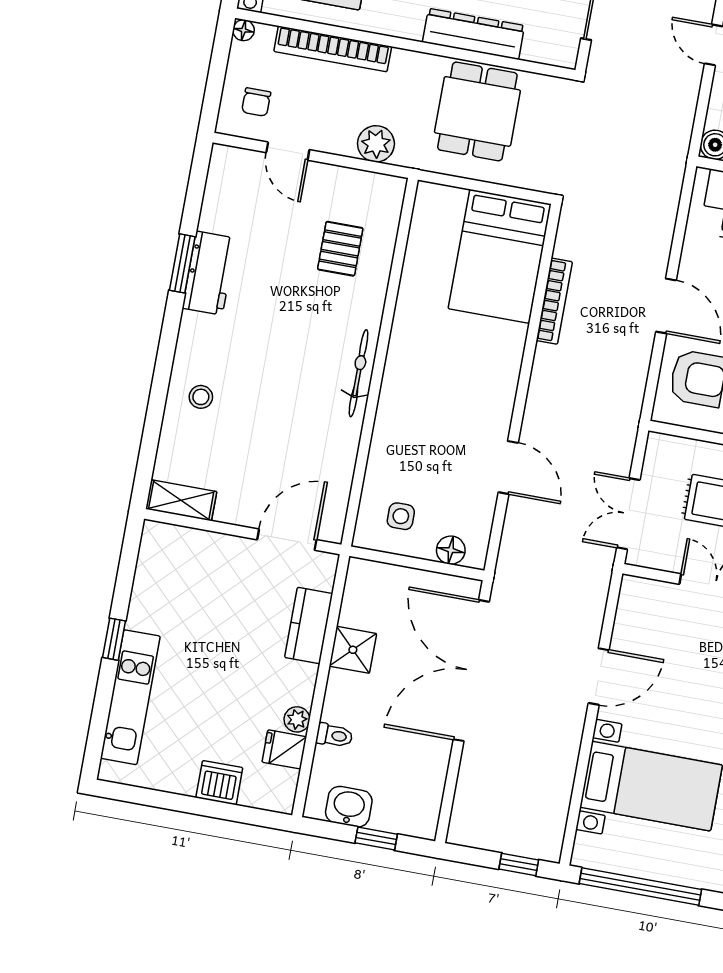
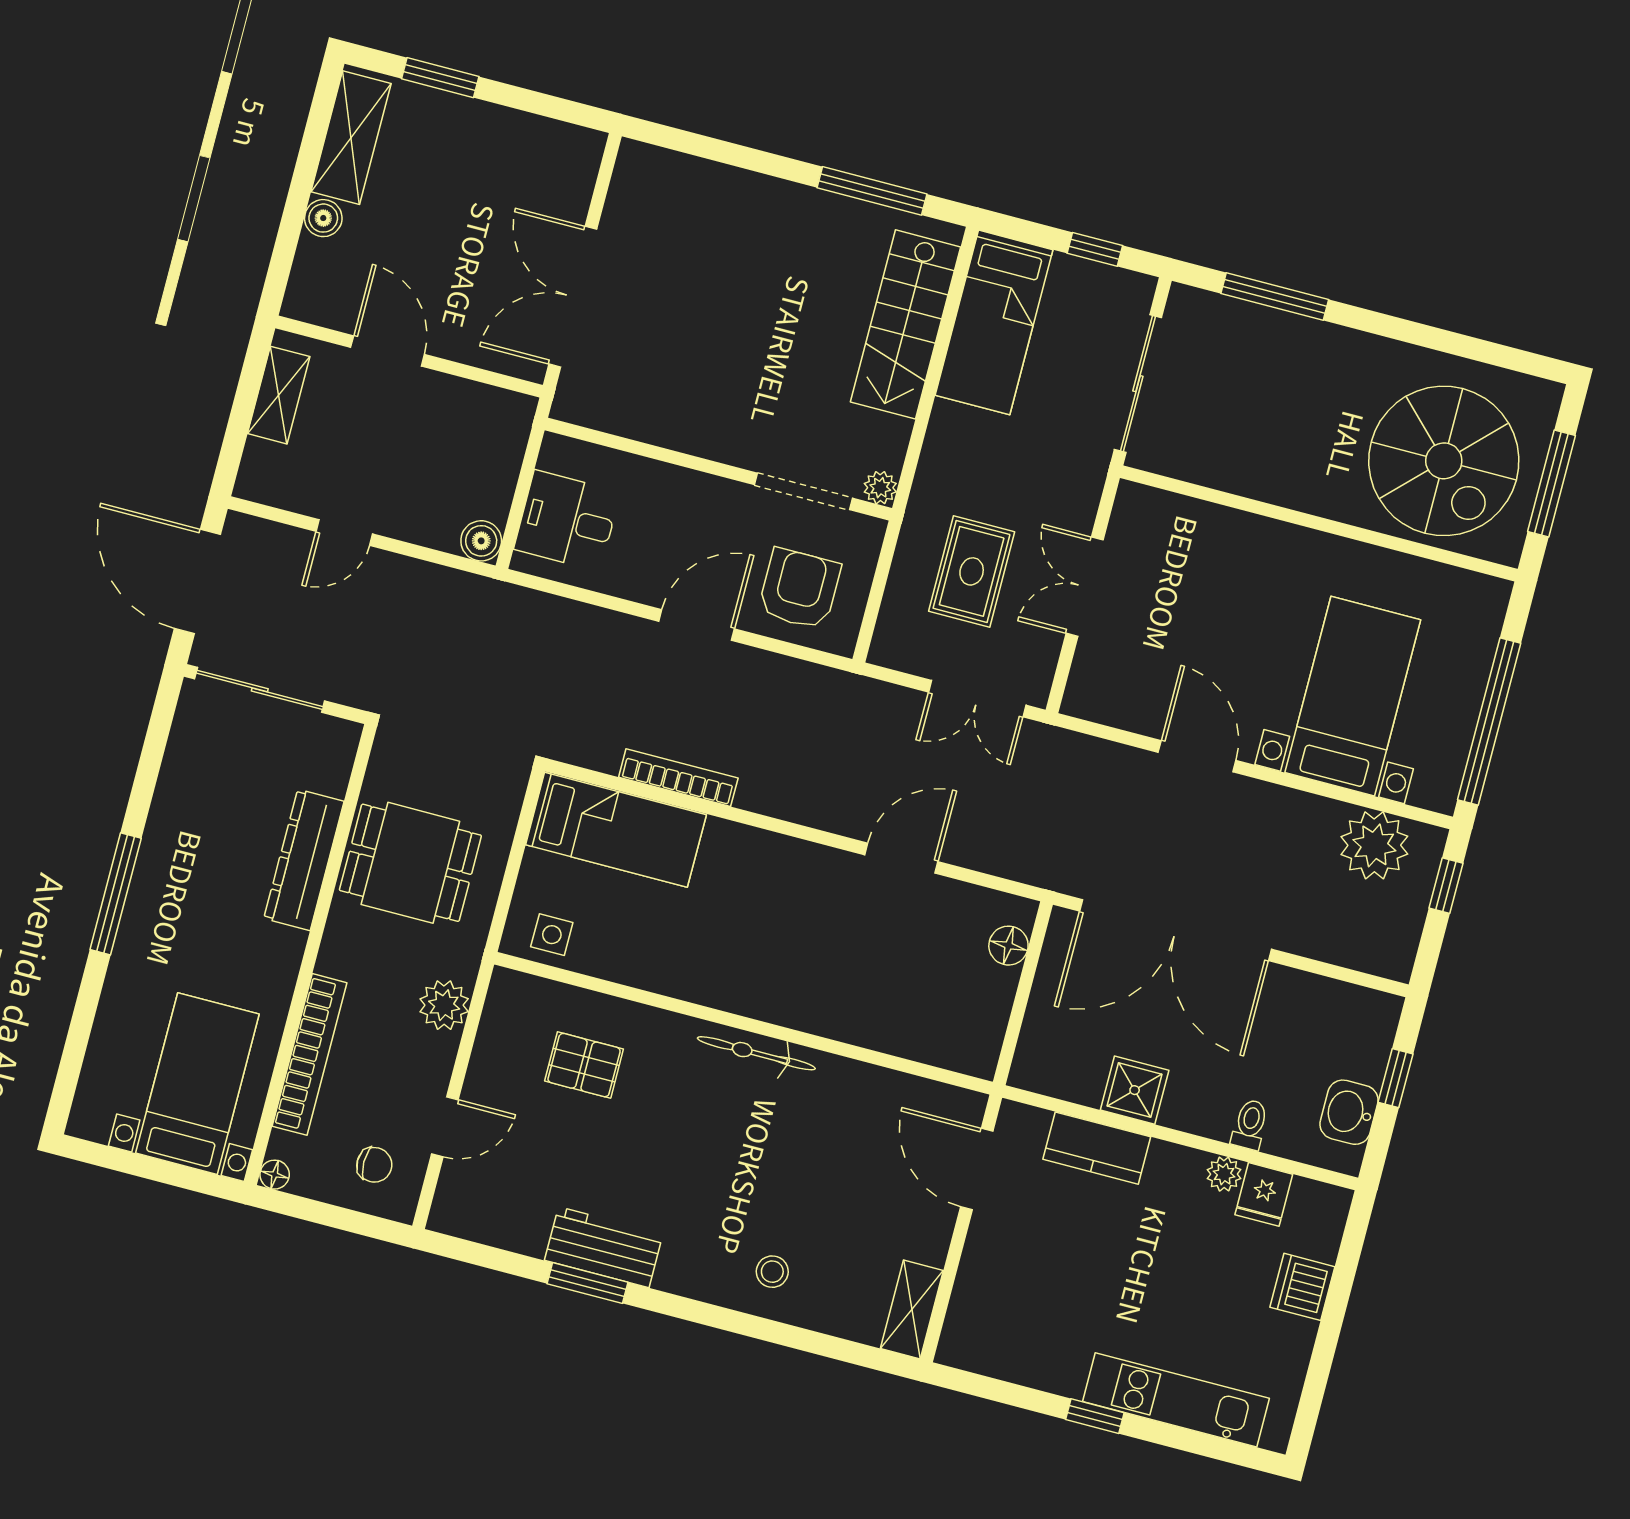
bed: (499, 256) -> (616, 830), width x0.67
side table: (401, 516) -> (552, 935), moved
plant: (544, 810) -> (1374, 845), added

